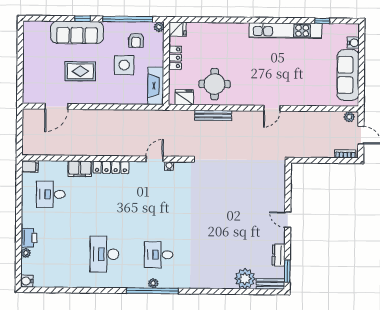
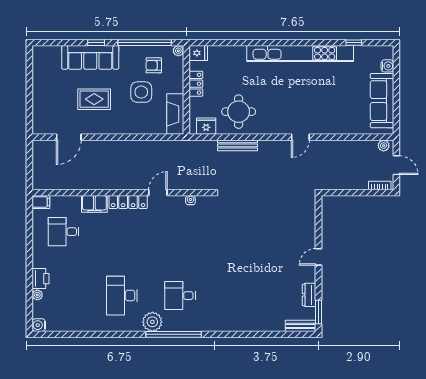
kitchen unit: (285, 31) -> (300, 53), width x1.36
armchair: (136, 40) -> (154, 65), turned 90
door: (155, 159) -> (158, 193), moved
door: (288, 220) -> (318, 257), hinge flipped
plant: (245, 279) -> (273, 321), removed
plant: (153, 283) -> (152, 322), moved, width x1.88, depth x1.88

